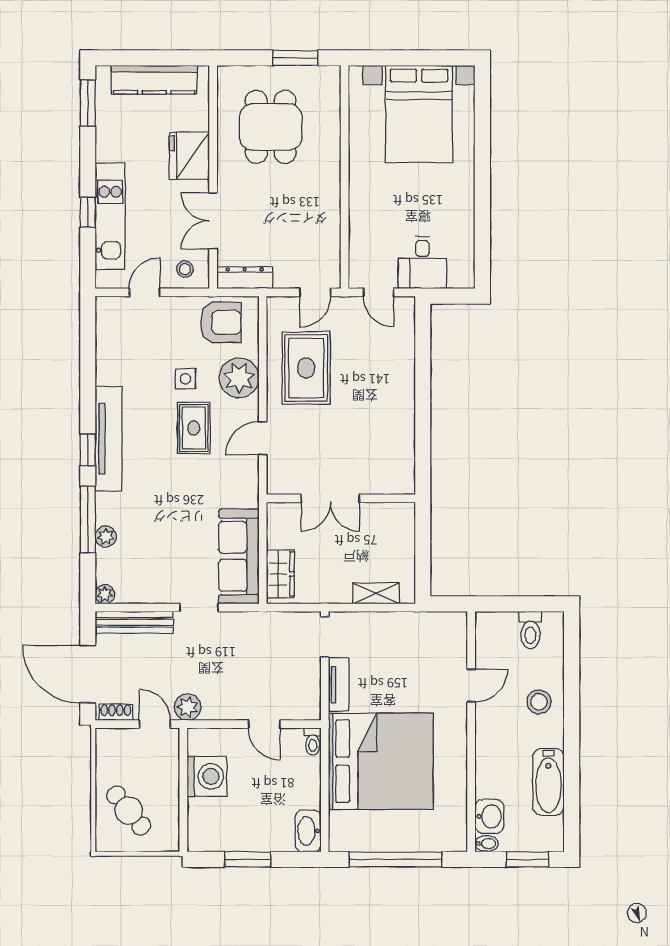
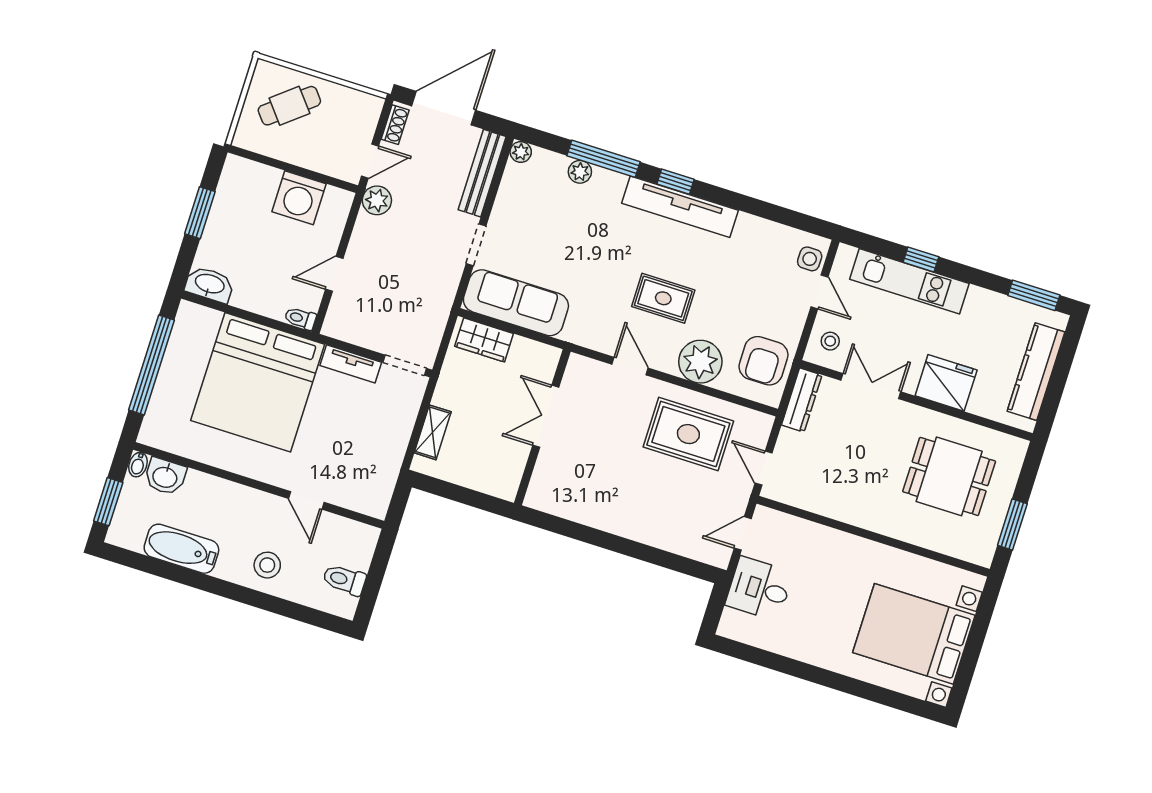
side table: (186, 379) -> (810, 259), moved

